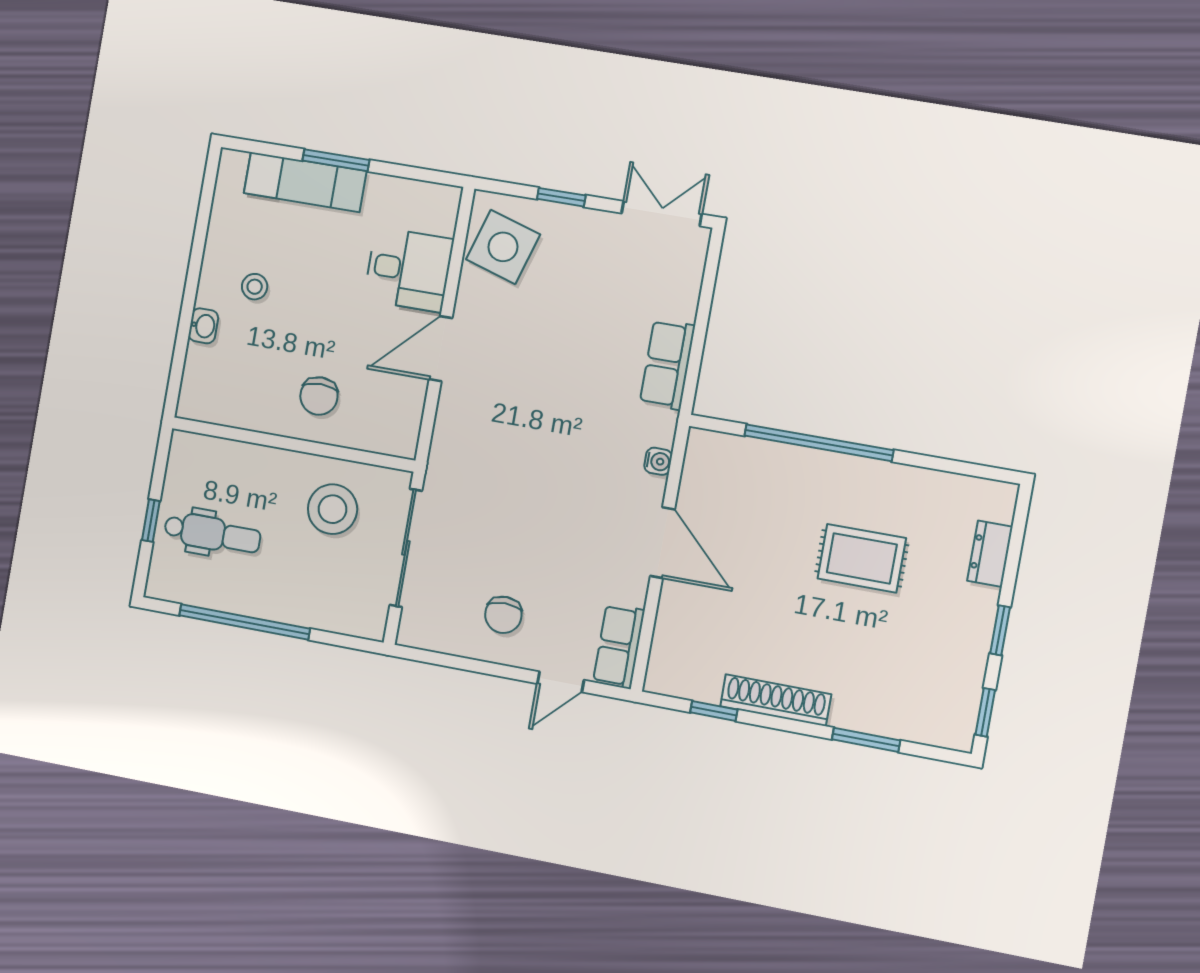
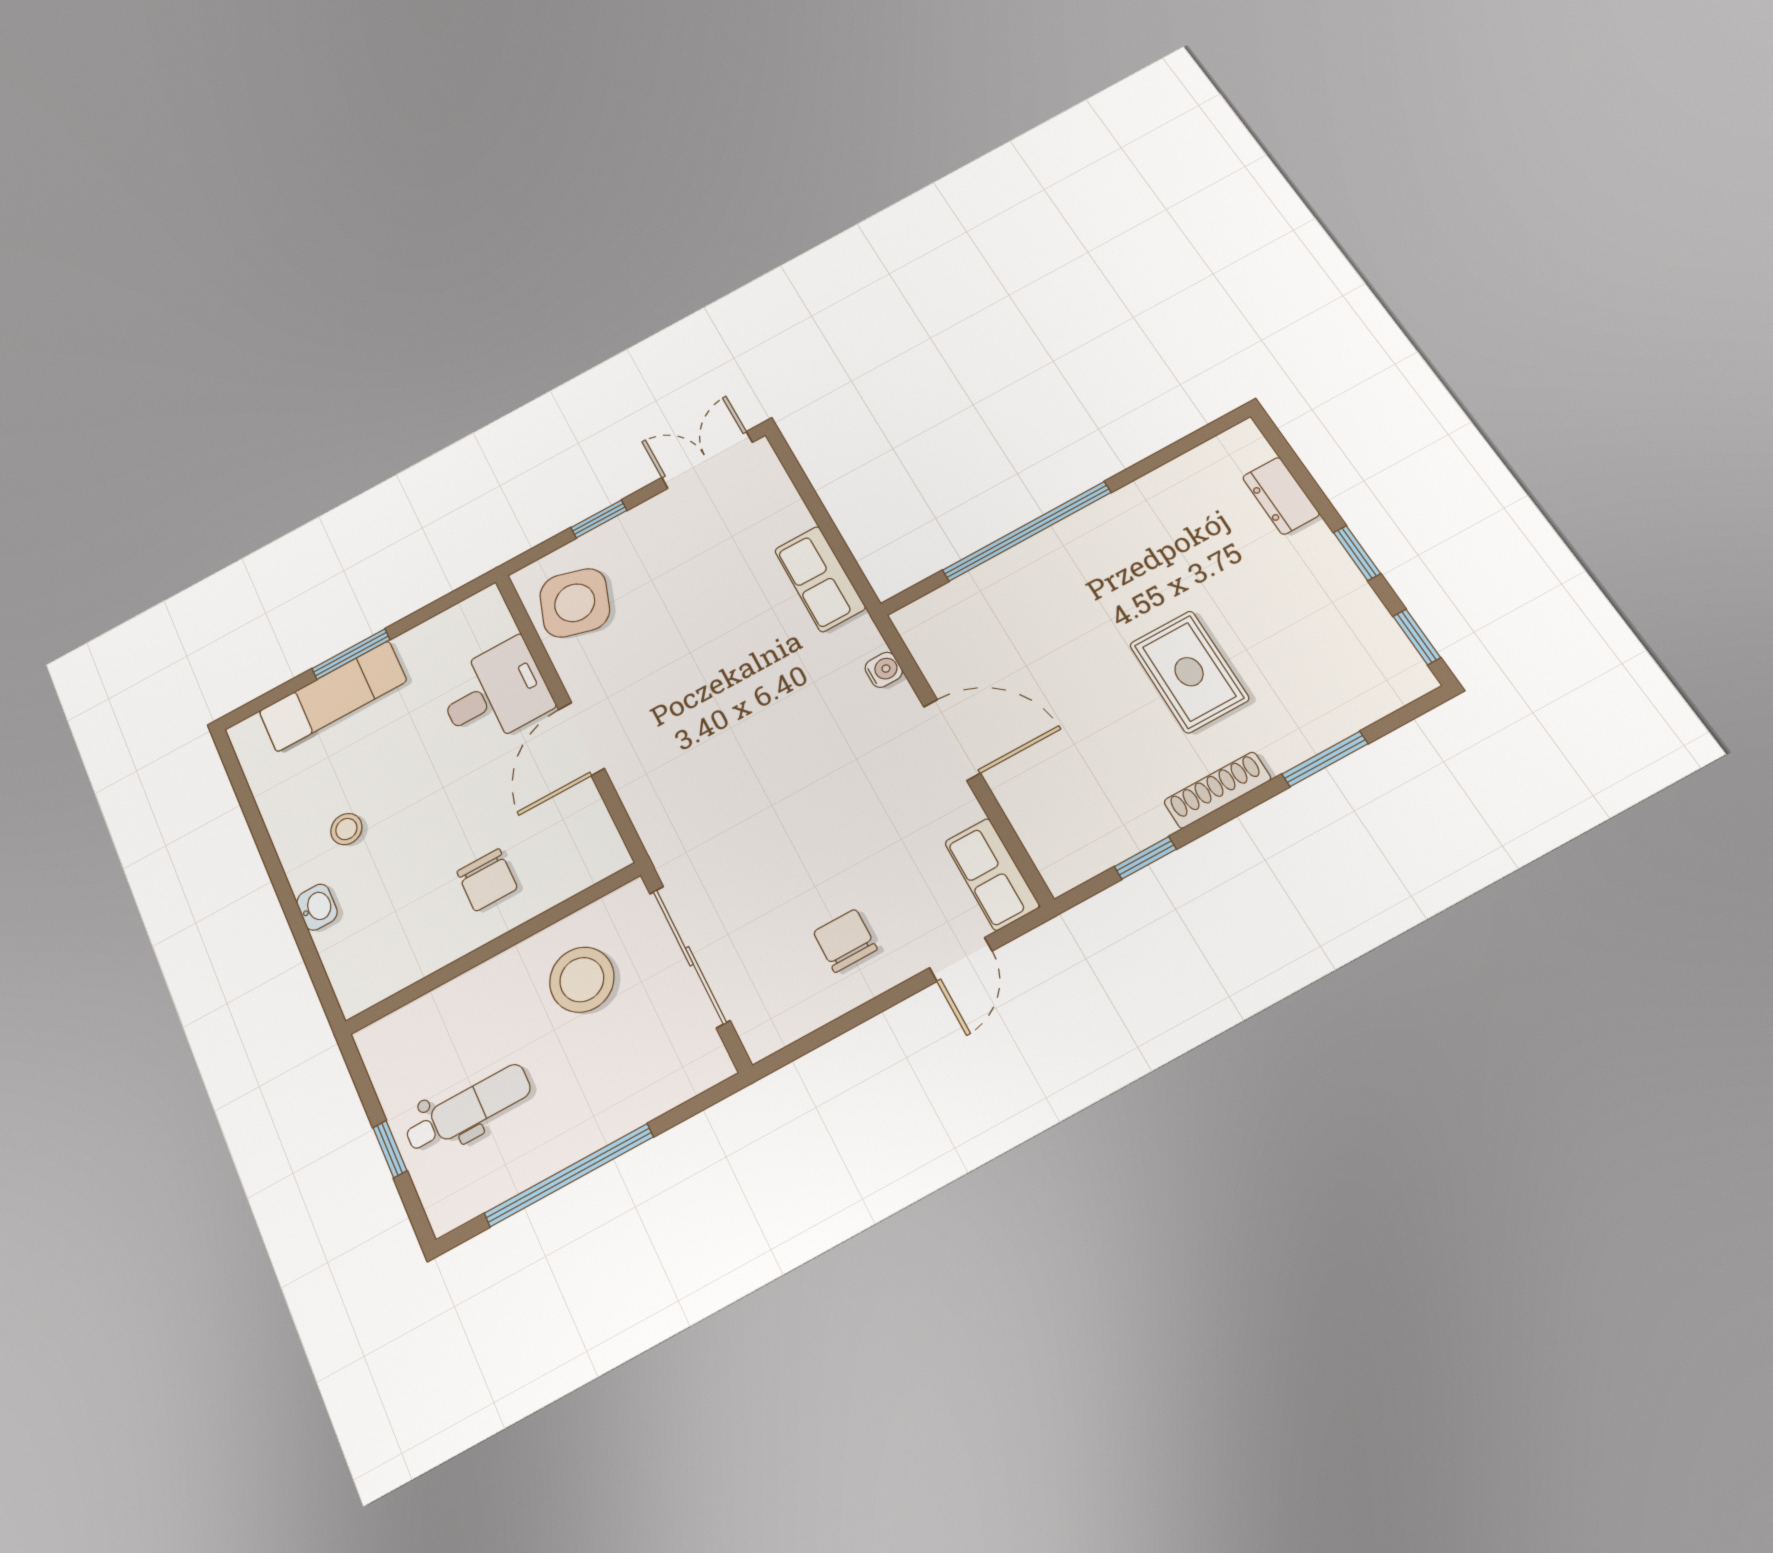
rug: (862, 558) -> (1189, 672), moved, turned 90
chair: (503, 615) -> (845, 941), turned 180
shoe rack: (776, 700) -> (1217, 790), width x0.74, depth x0.81

